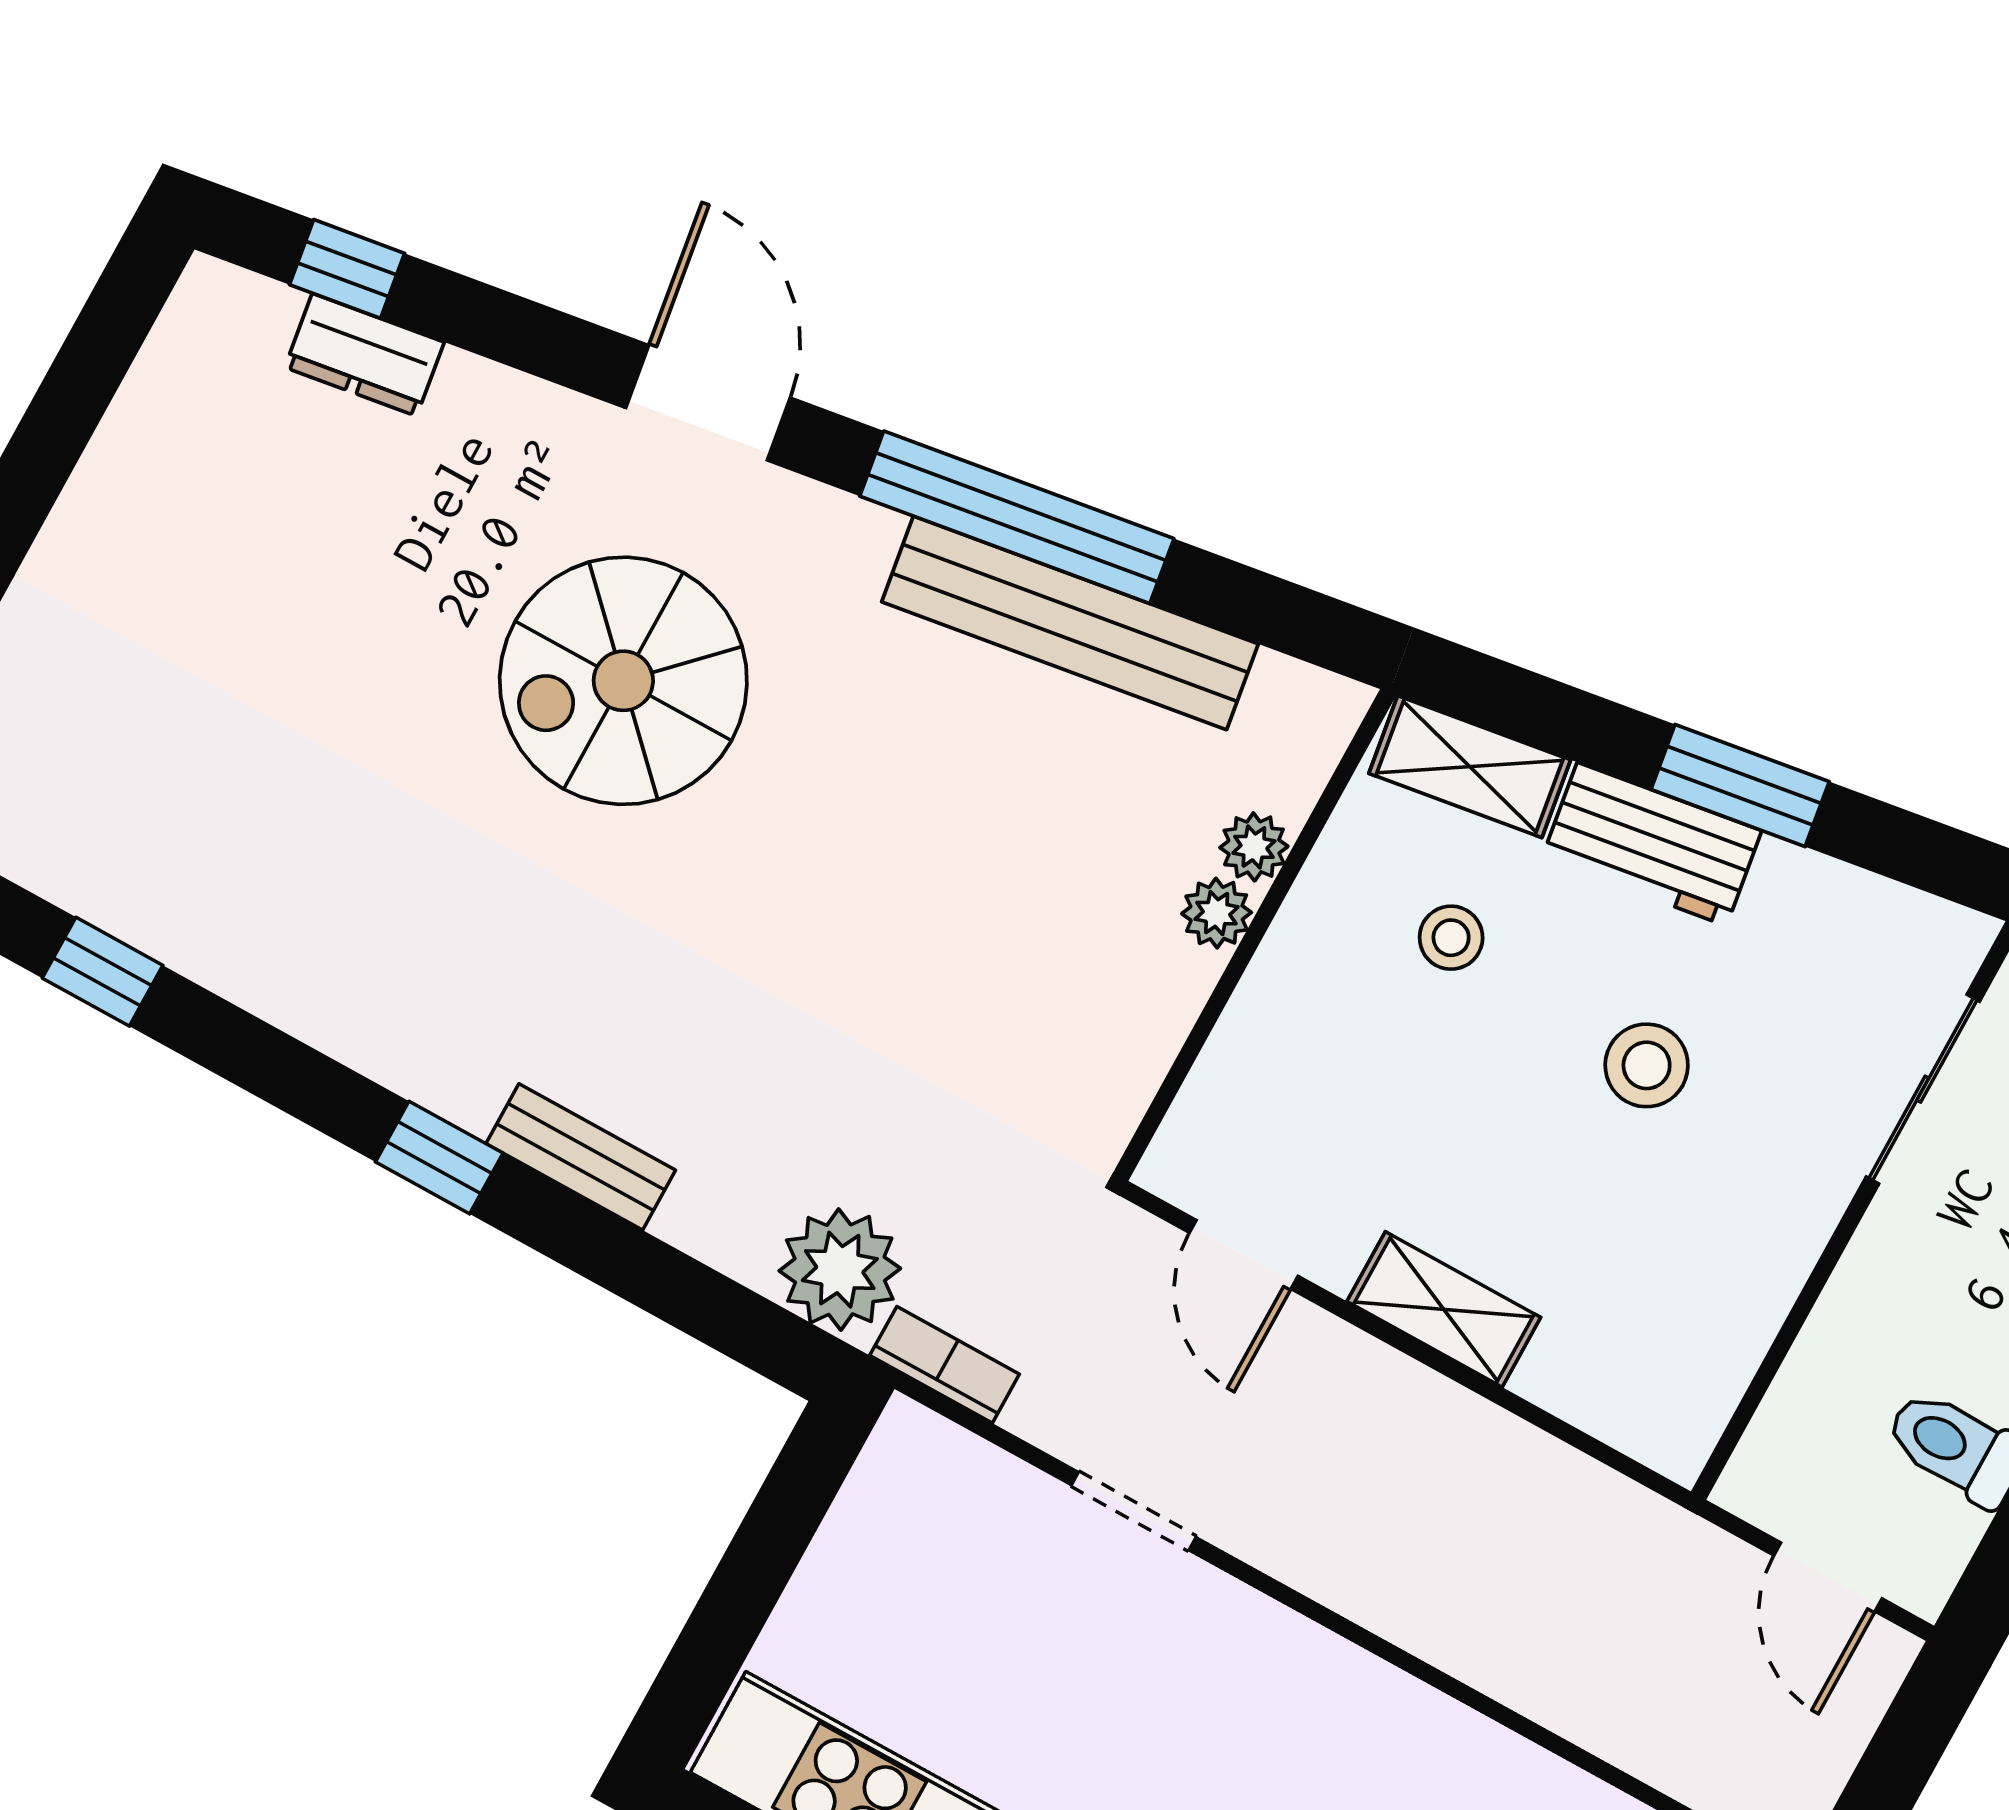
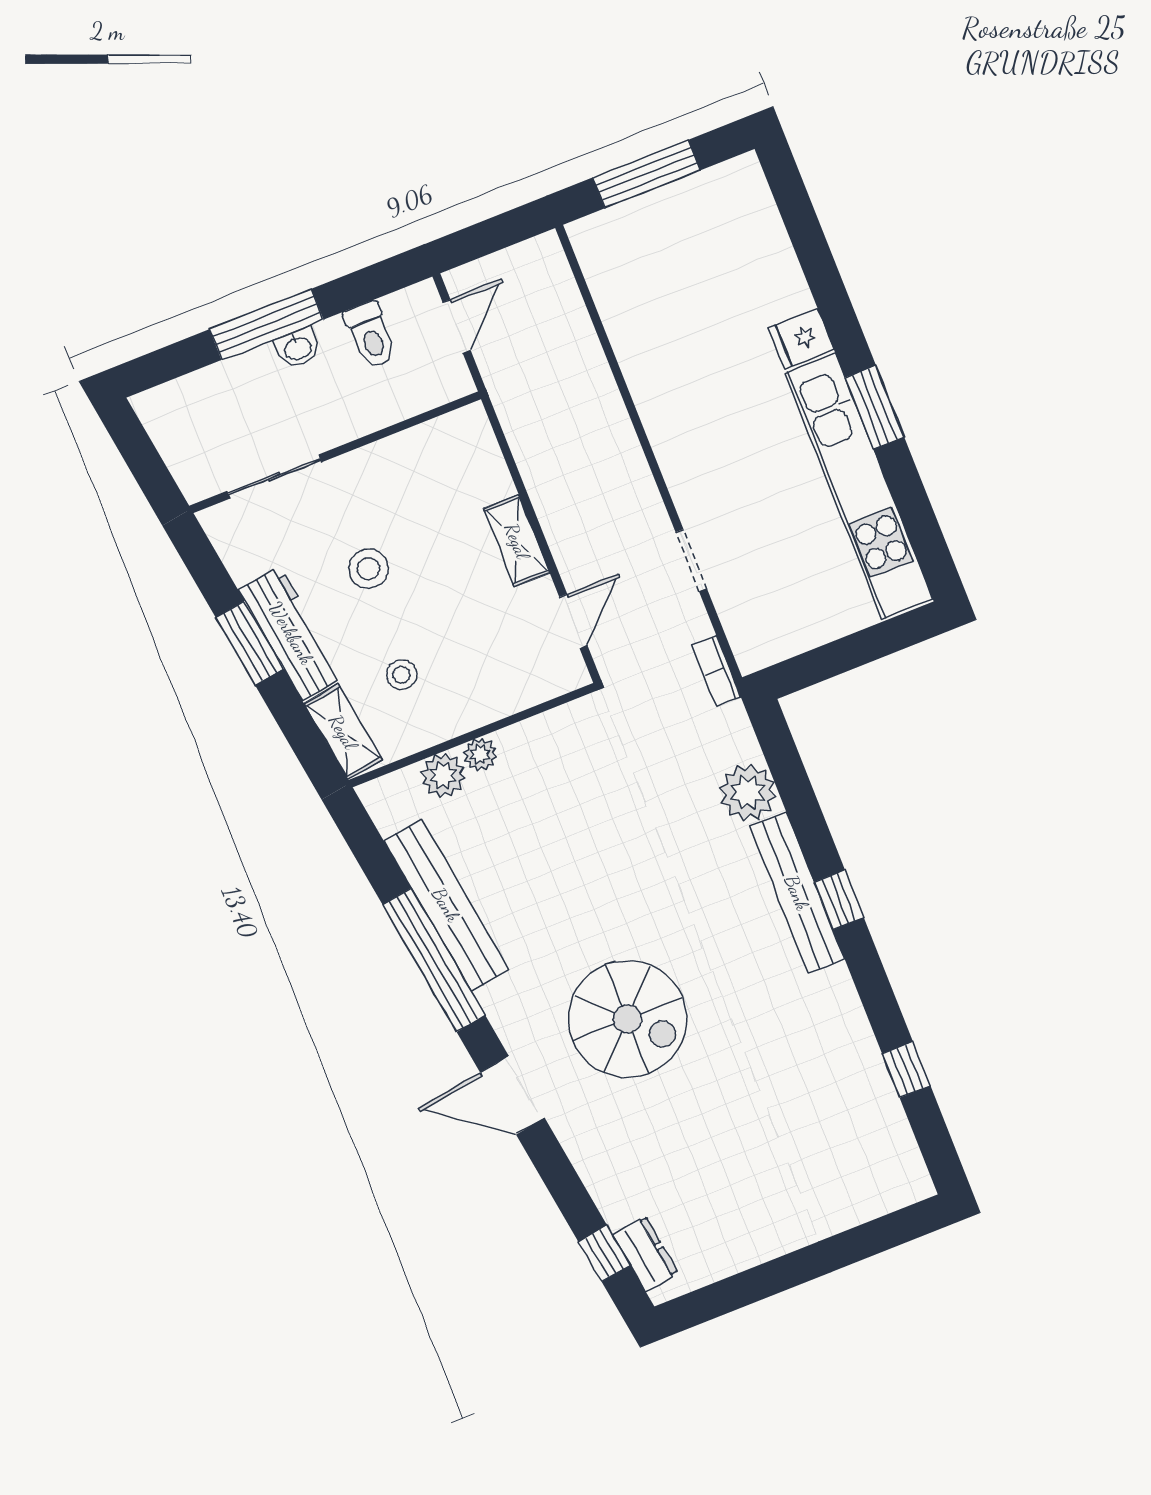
dresser: (365, 355) -> (645, 1254), moved
door: (708, 403) -> (512, 1095), hinge flipped
workbench: (1652, 844) -> (291, 633), width x1.38
plant: (1254, 847) -> (443, 775), width x1.38, depth x1.38
bench: (581, 1157) -> (797, 893), width x1.86, depth x1.21
plant: (840, 1270) -> (748, 792), moved

